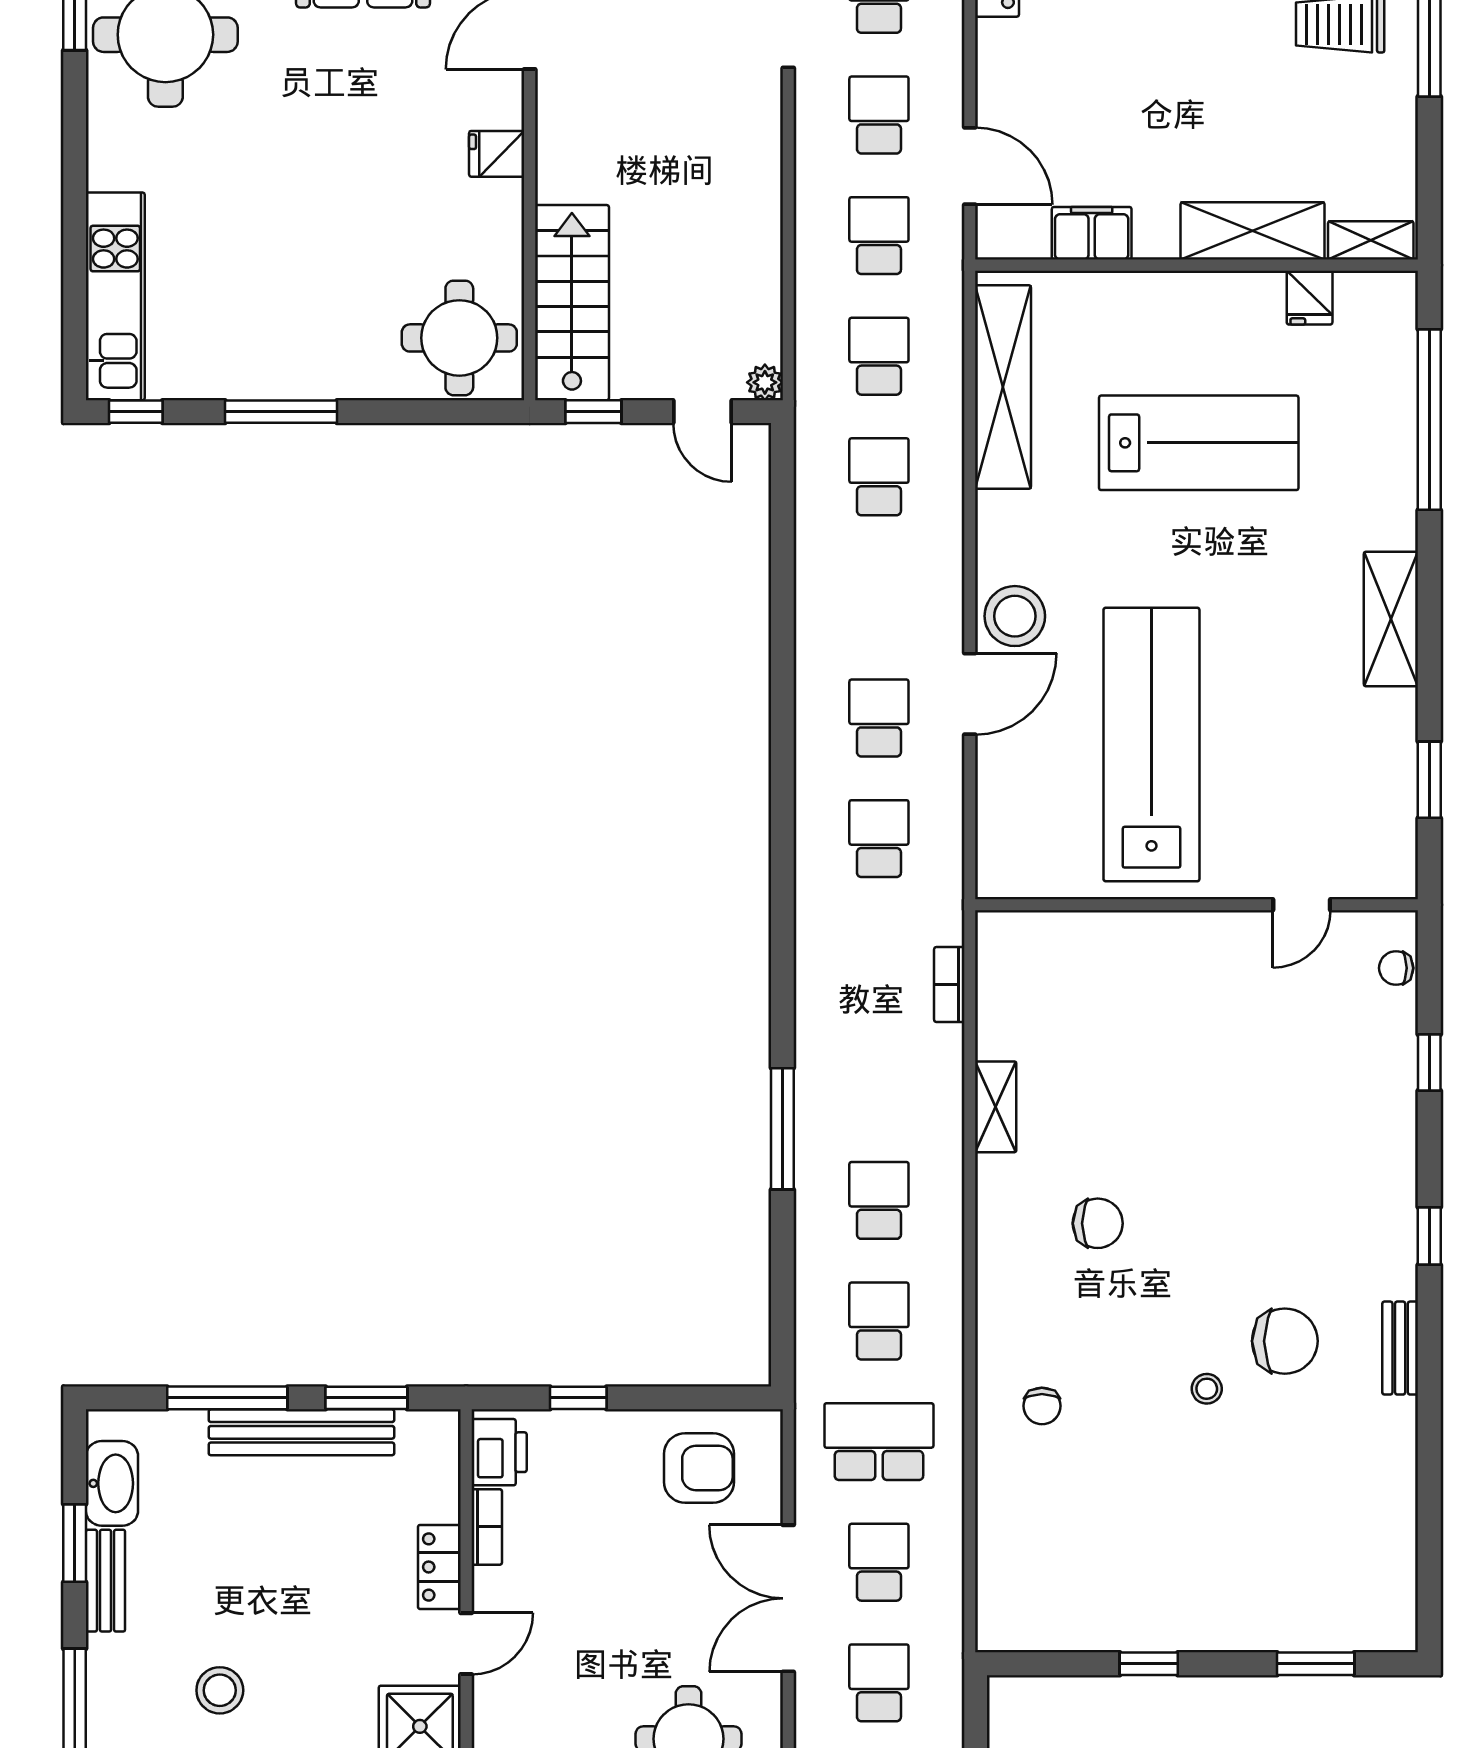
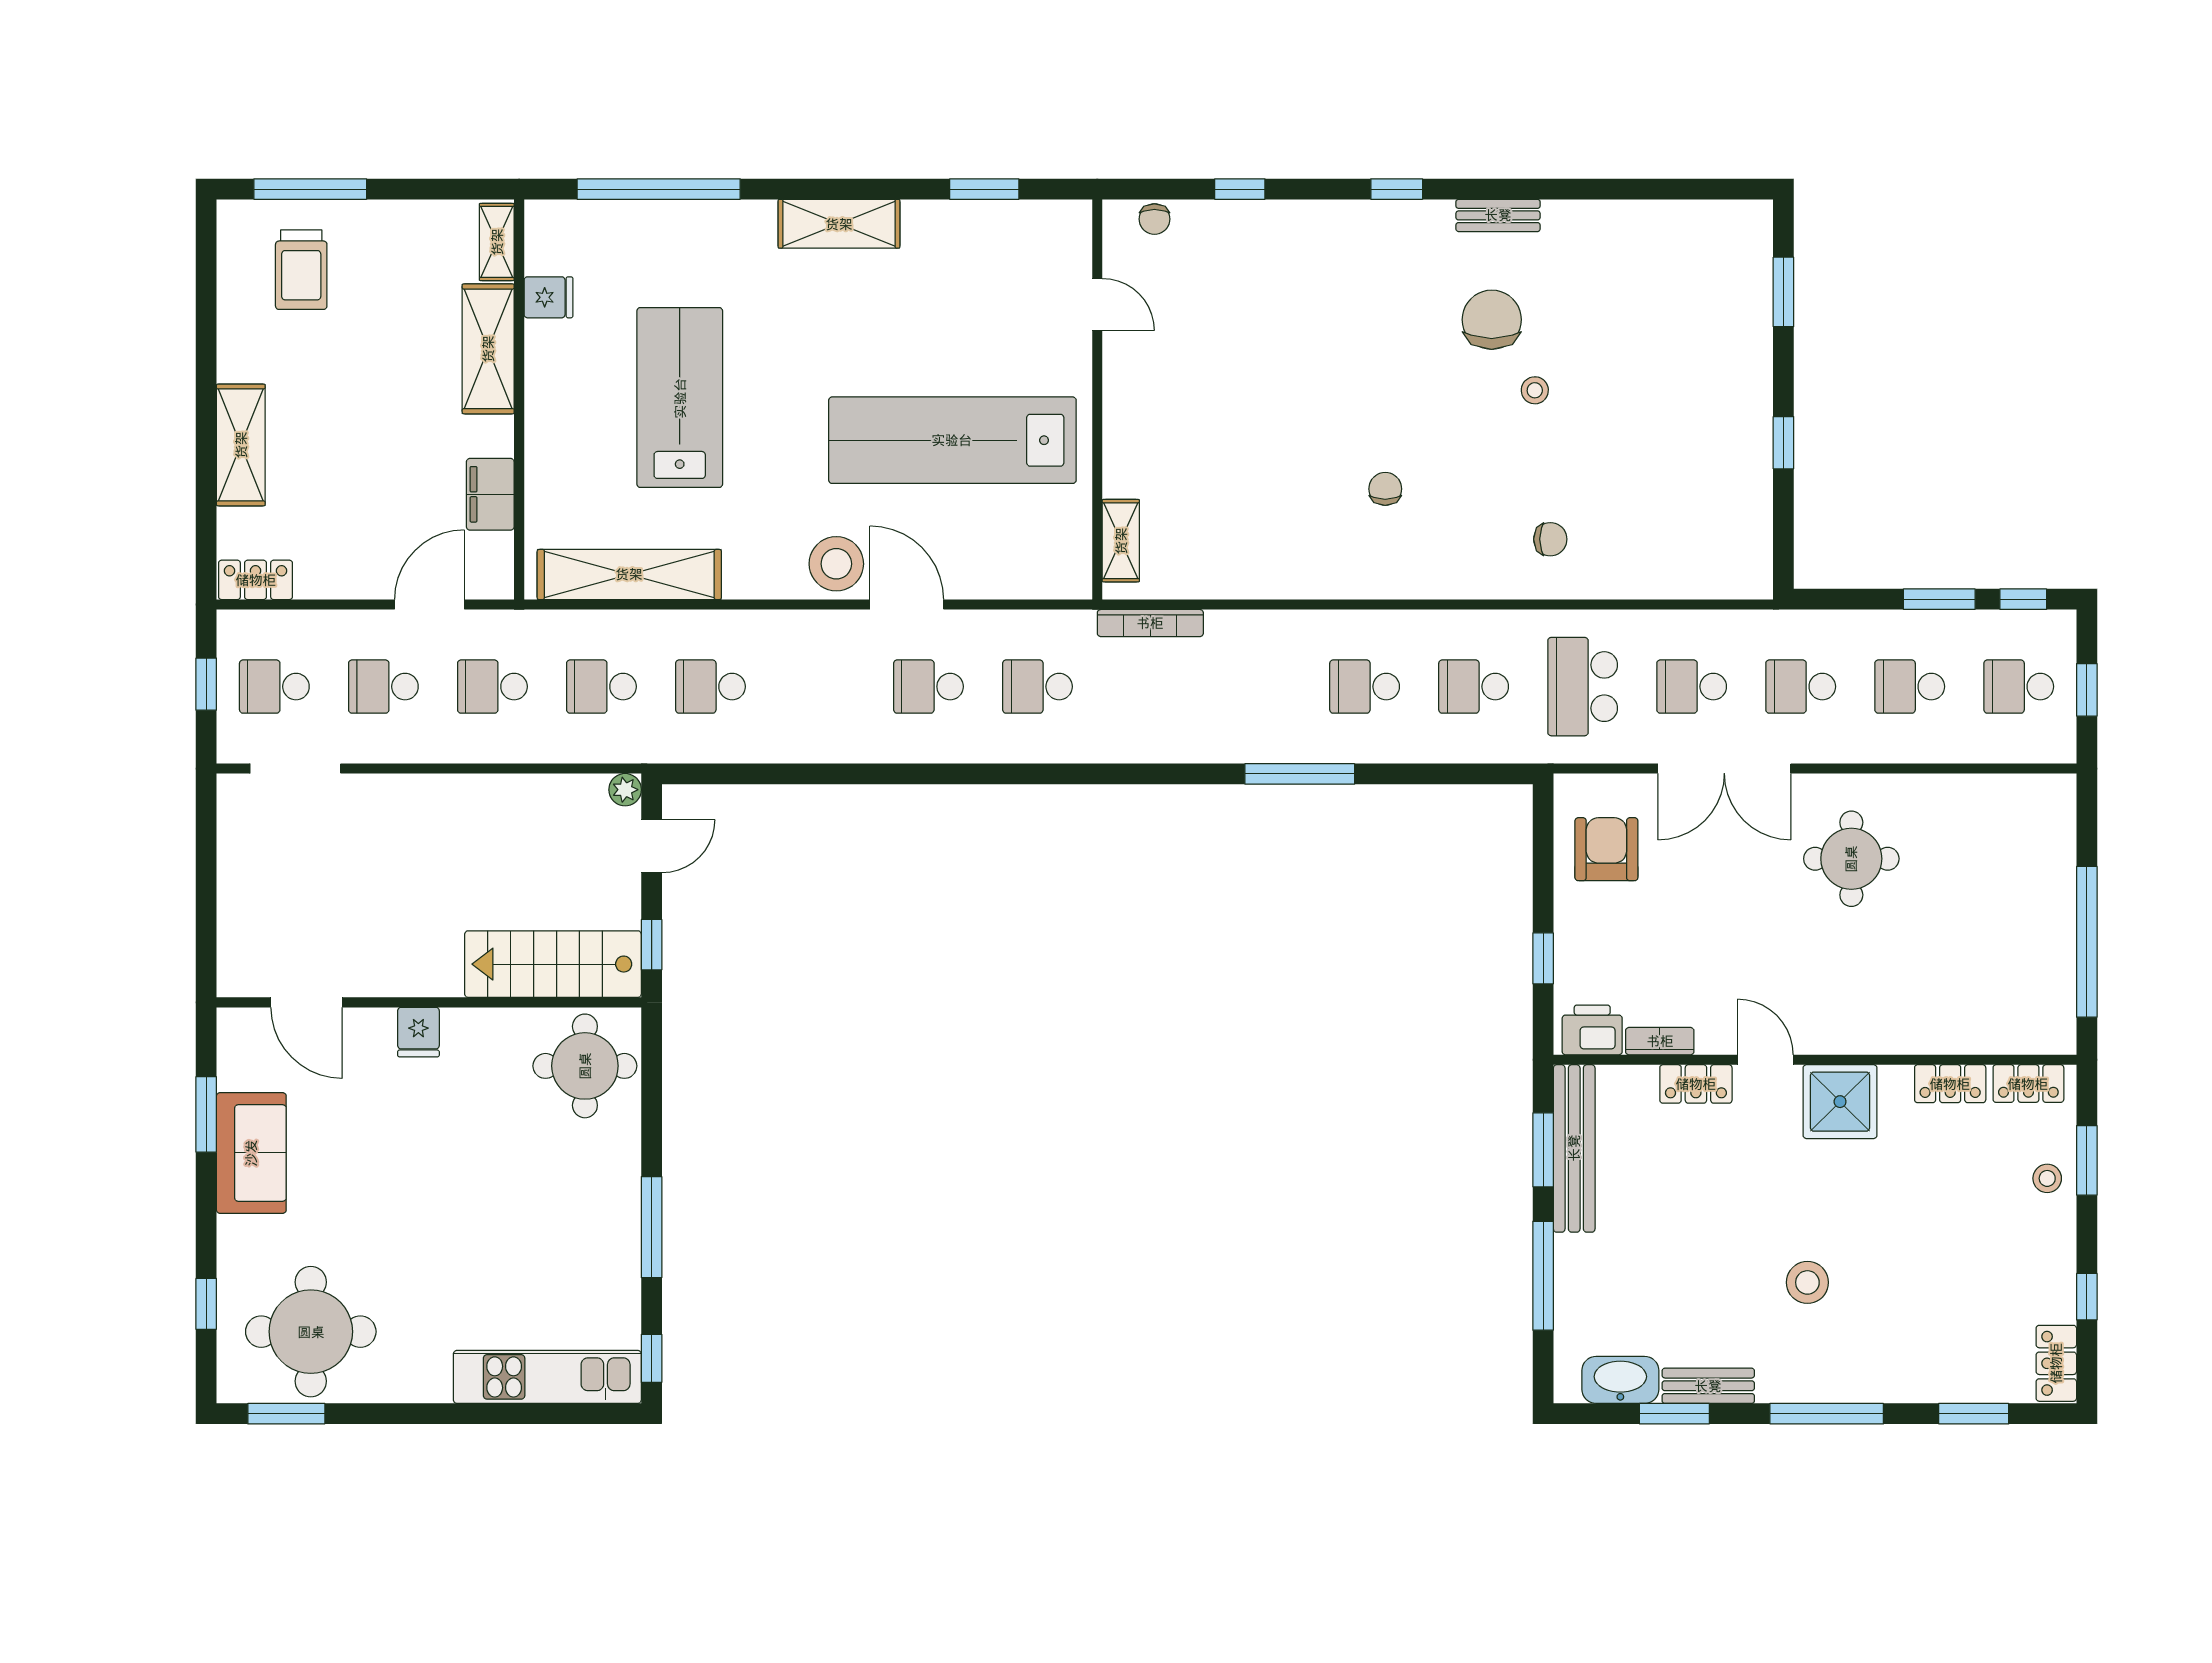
bookcase: (949, 985) -> (1150, 623), width x1.56
shelving: (996, 1107) -> (1121, 541), moved, turned 90
chair: (1098, 1223) -> (1385, 489), width x0.73, depth x0.73
bench: (301, 1432) -> (1574, 1148), moved

